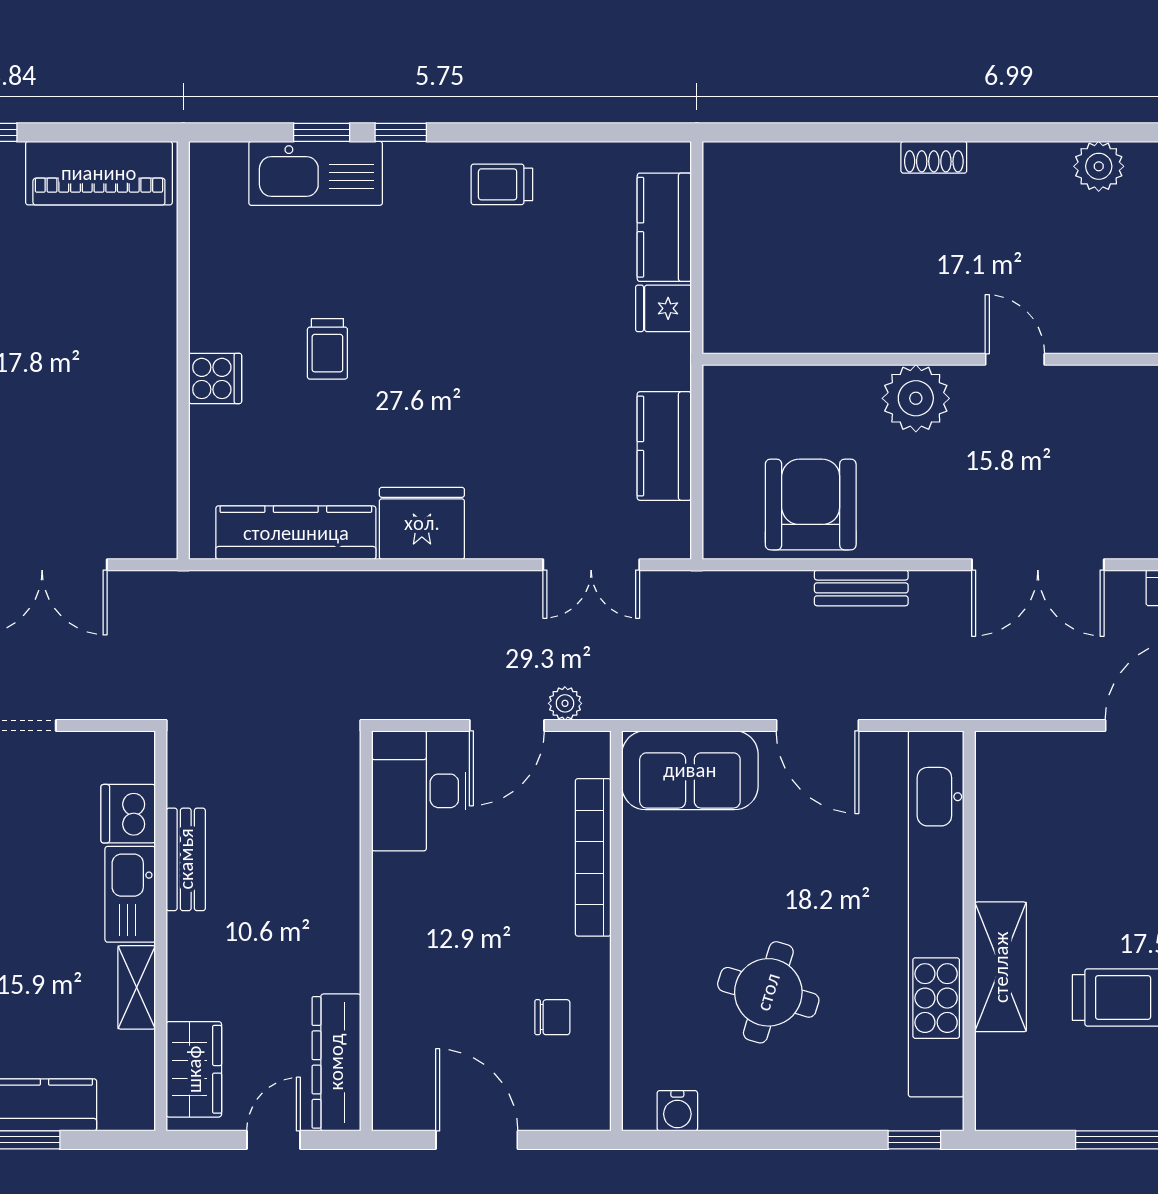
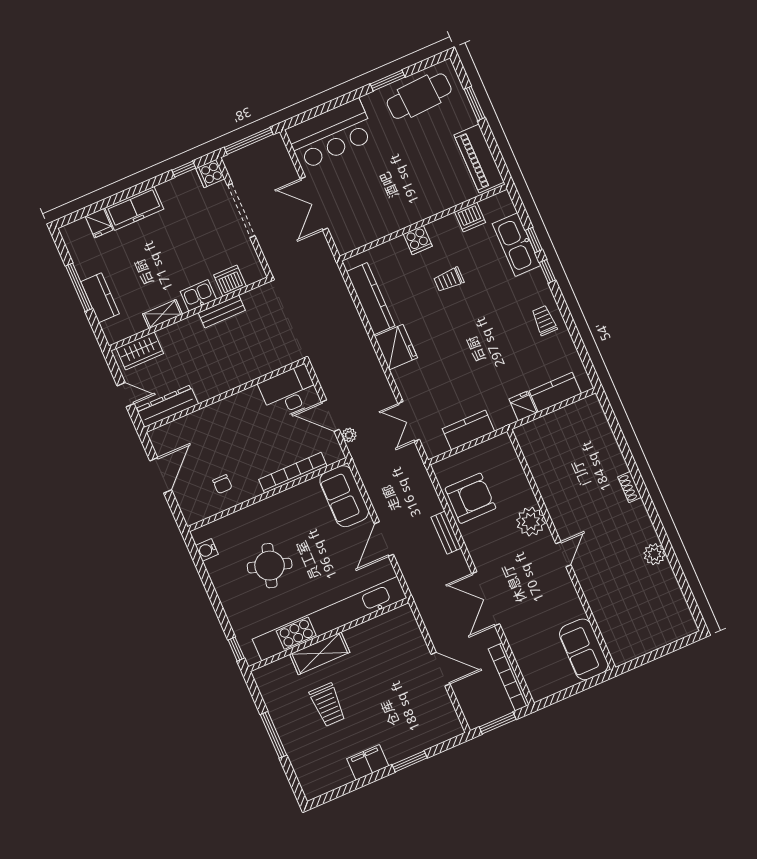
dishwasher: (215, 246) -> (470, 217), added
kitchen sink: (130, 894) -> (198, 295), width x0.73

